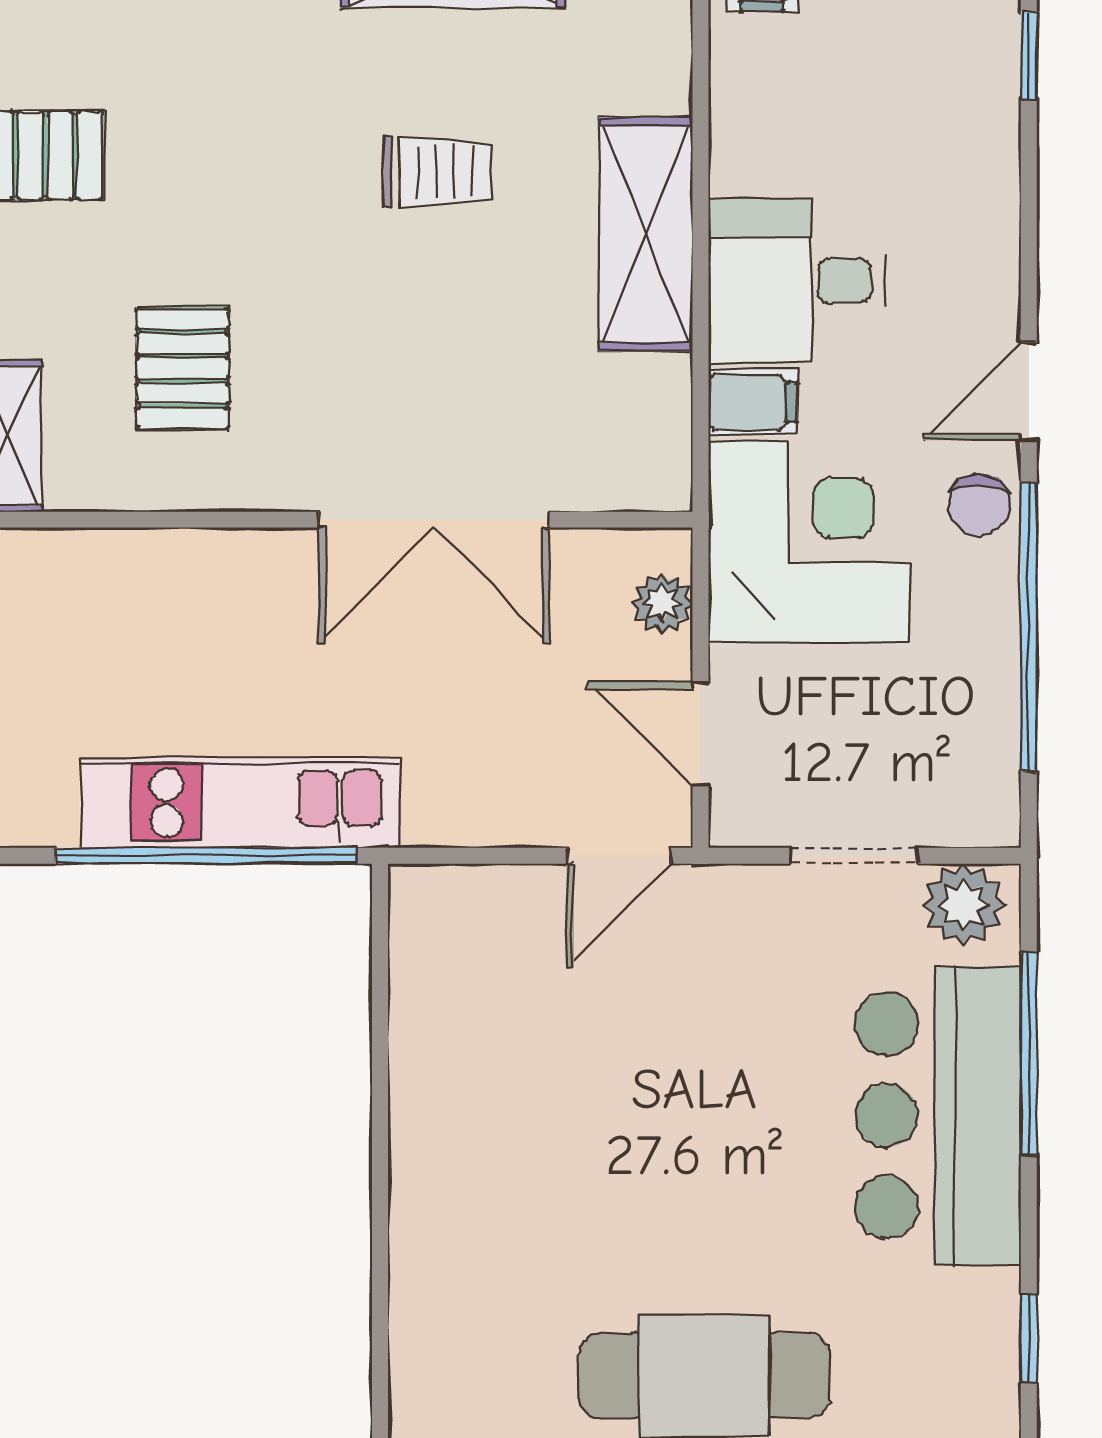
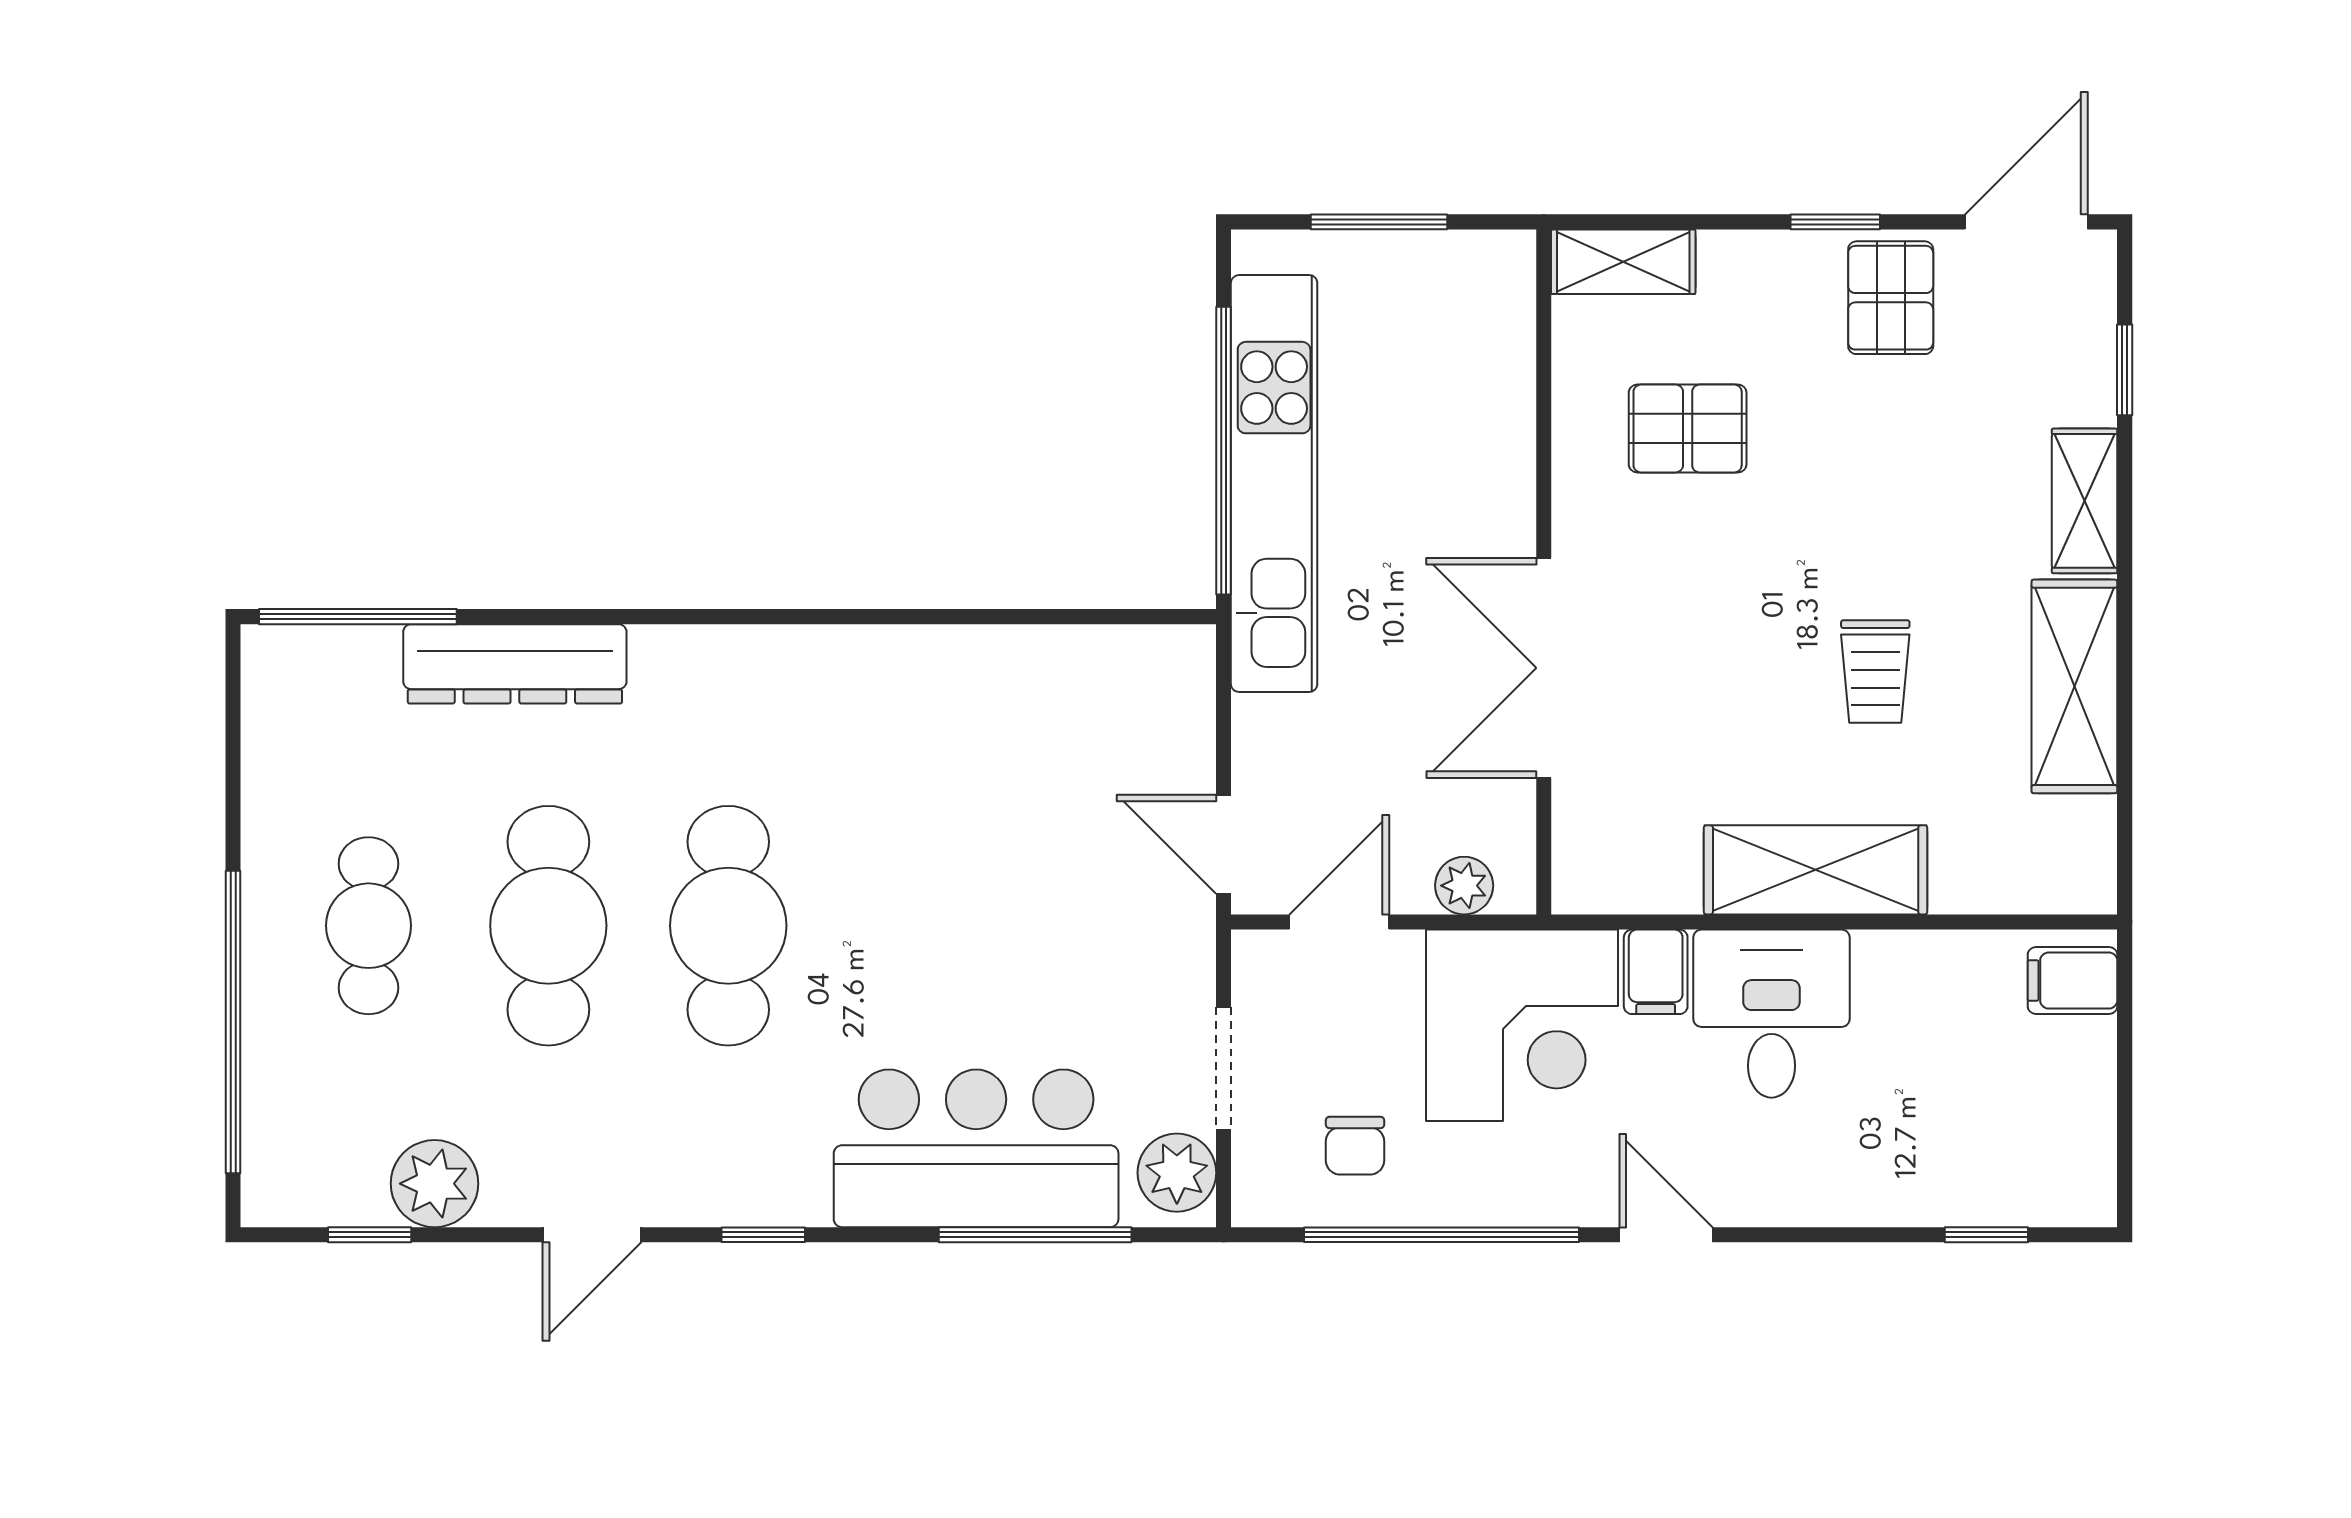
chair: (979, 505) -> (1355, 1146), moved, turned -90
kitchen unit: (240, 803) -> (1274, 484), width x1.36

